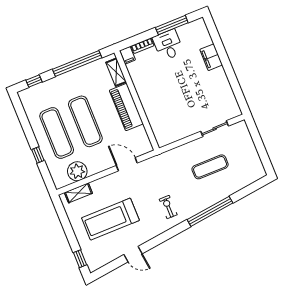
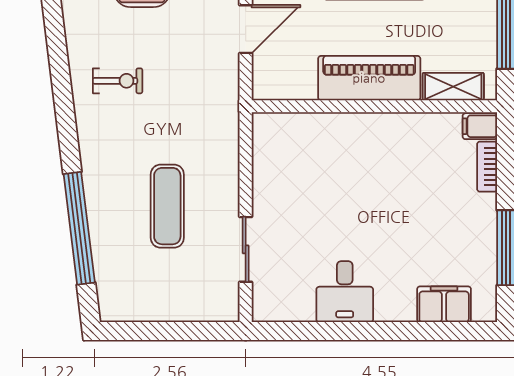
desk: (168, 45) -> (345, 292), moved, turned 90
filing cabinet: (211, 57) -> (444, 304), moved
window: (210, 211) -> (79, 228), moved

